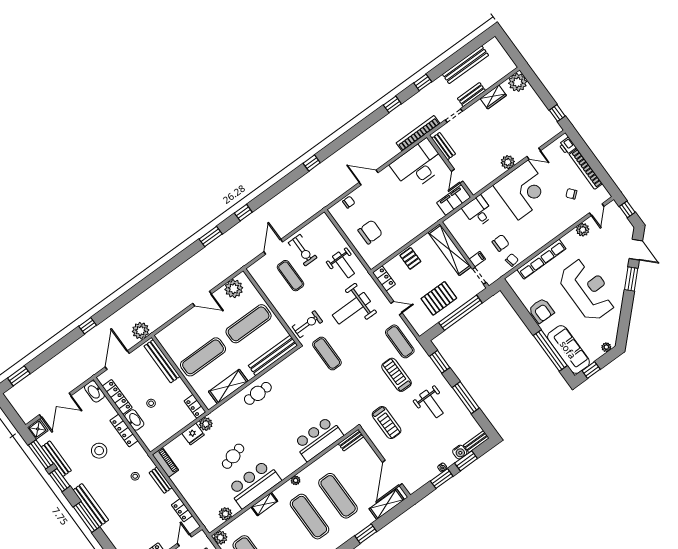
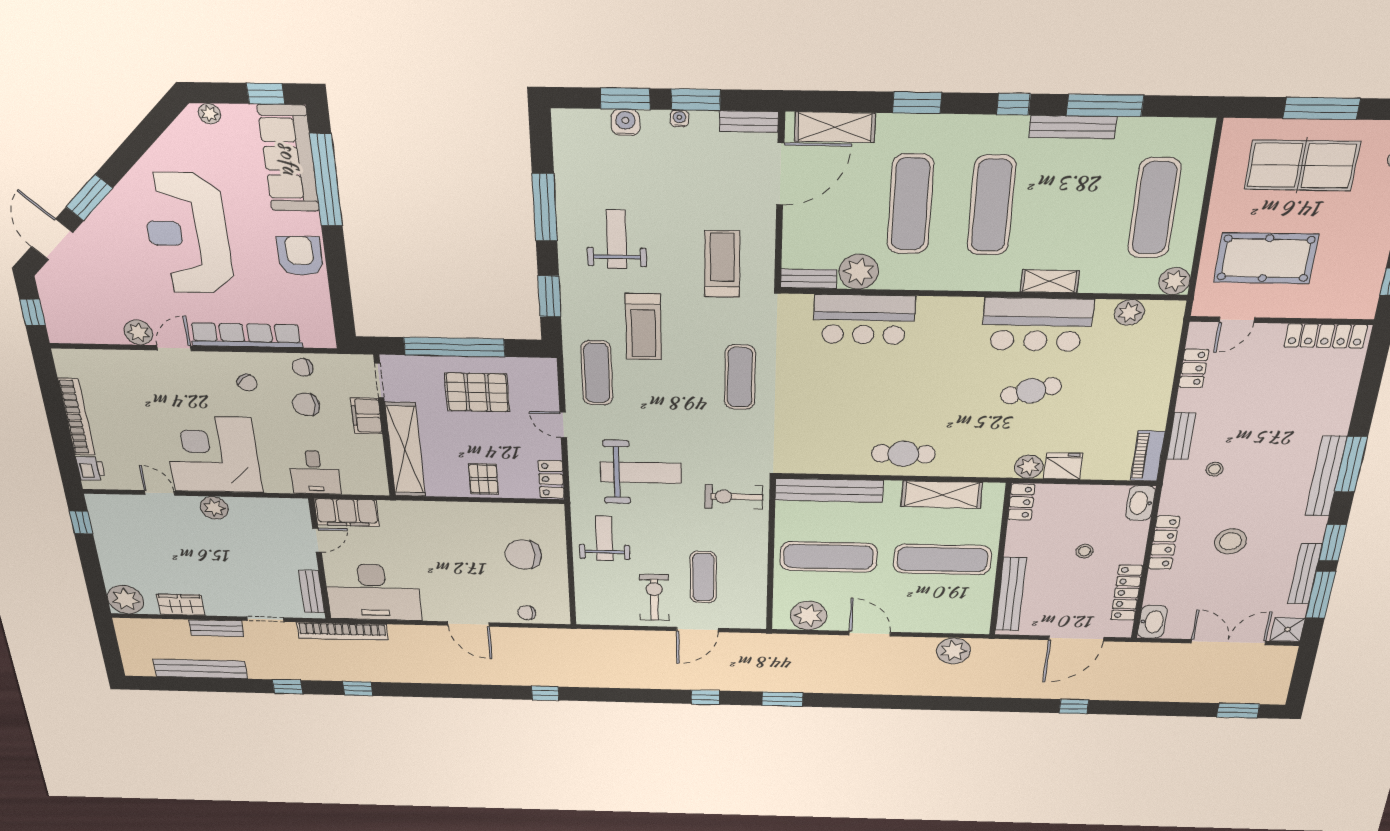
chair: (571, 194) -> (247, 383), moved
door: (597, 210) -> (174, 348), moved
filing cabinet: (477, 259) -> (366, 416), width x2.00
plant: (141, 331) -> (953, 651), moved
exercise mat: (327, 354) -> (740, 377), moved
washbasin: (134, 420) -> (1140, 503), moved
bench: (476, 442) -> (749, 122), moved
plant: (296, 480) -> (859, 272), moved, width x1.87, depth x1.87

